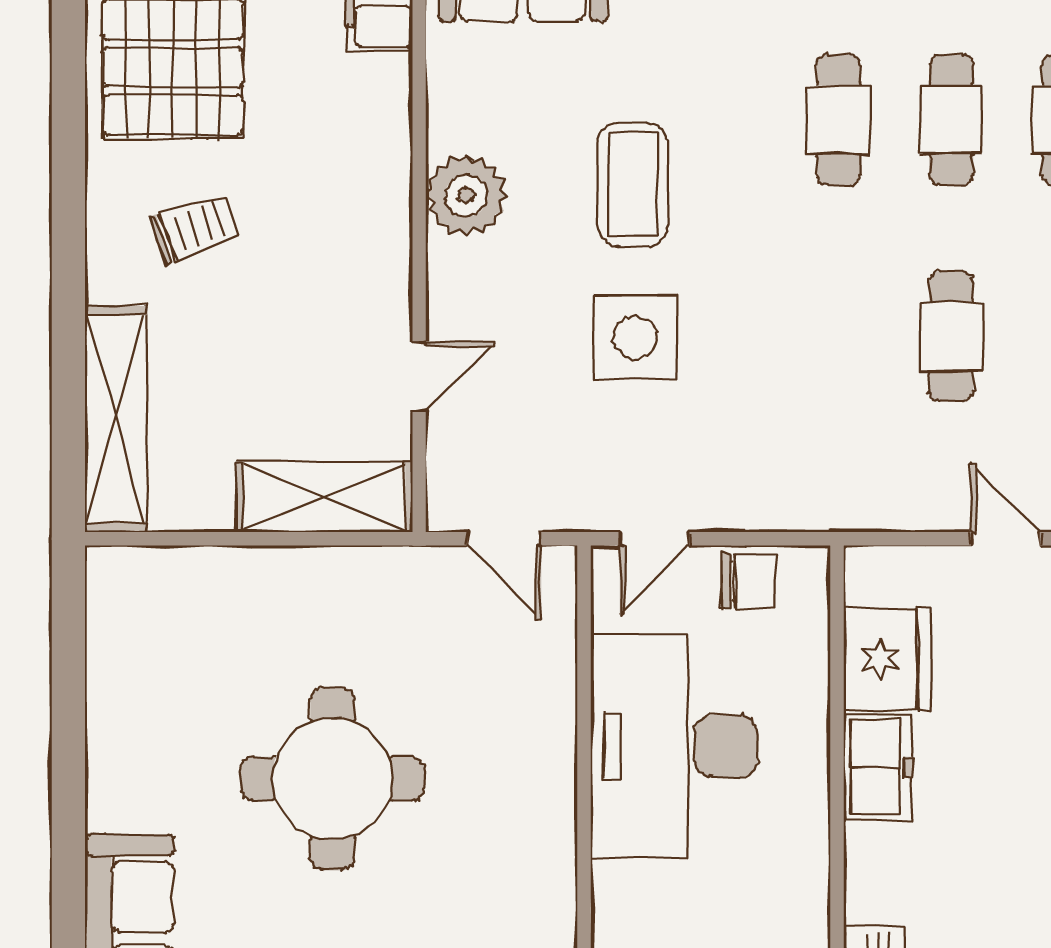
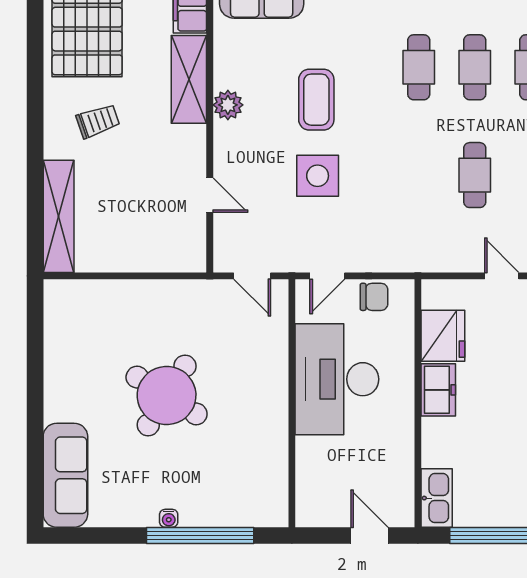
plant: (466, 195) -> (228, 105), width x0.73, depth x0.73
door: (419, 376) -> (210, 195), hinge flipped
shelving: (324, 497) -> (189, 79), moved, turned 90
round table: (332, 779) -> (167, 395), turned 32

